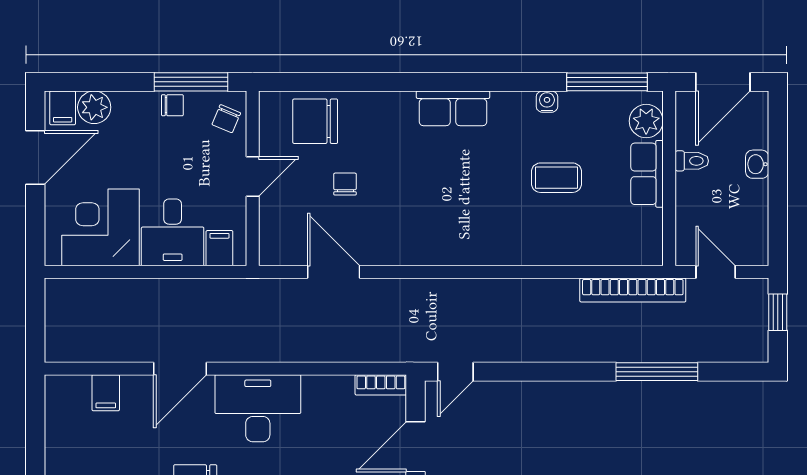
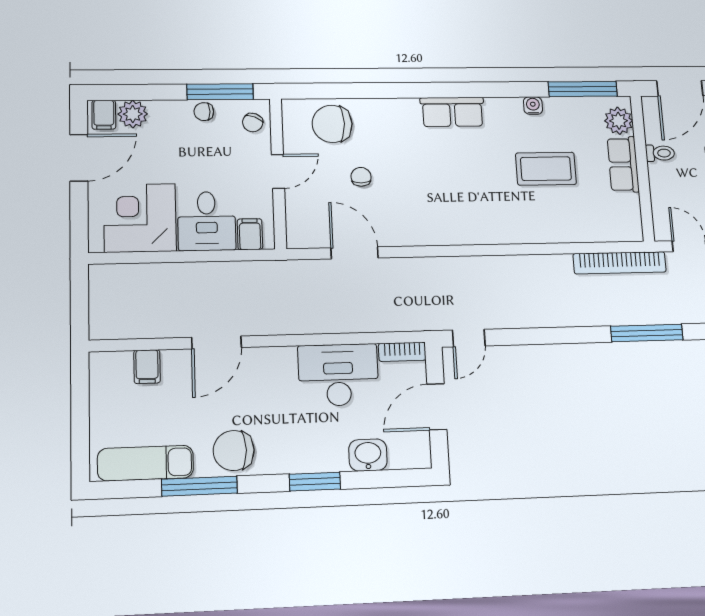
chair: (172, 105) -> (204, 112), turned 180
coffee table: (556, 178) -> (546, 169), width x1.36, depth x1.30
desk: (258, 408) -> (338, 375), moved

